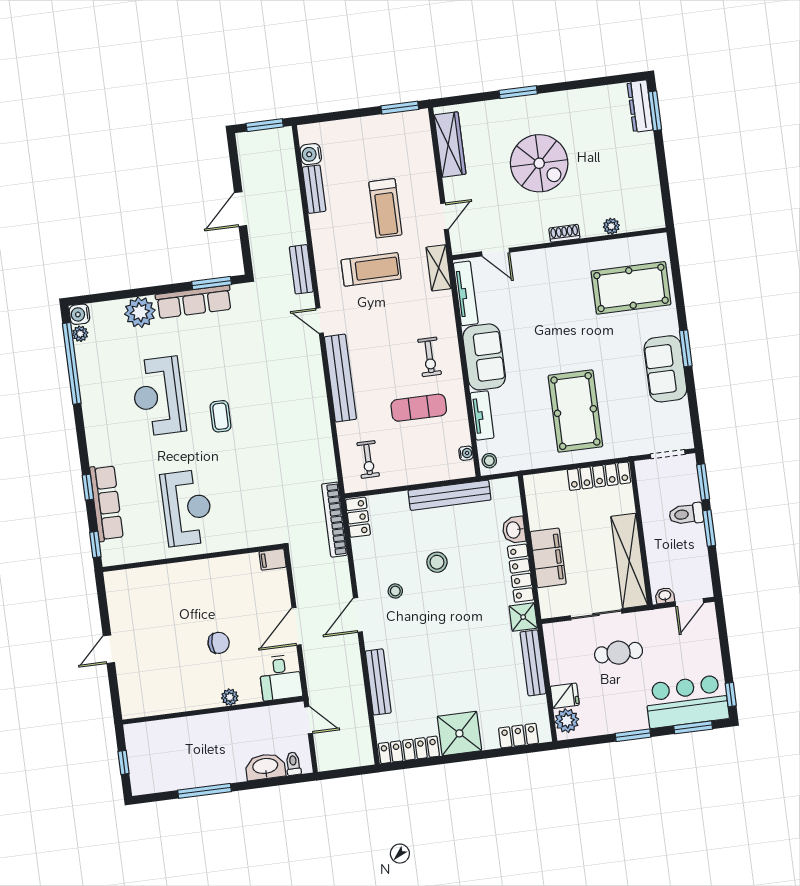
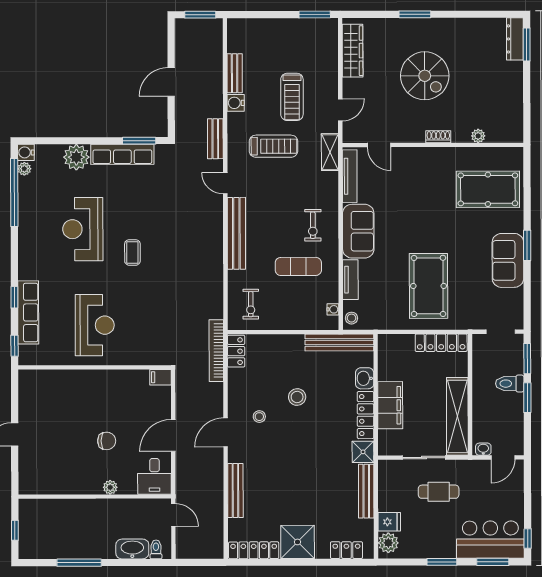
water cooler: (311, 154) -> (236, 103), moved
bench: (450, 495) -> (339, 343), moved

